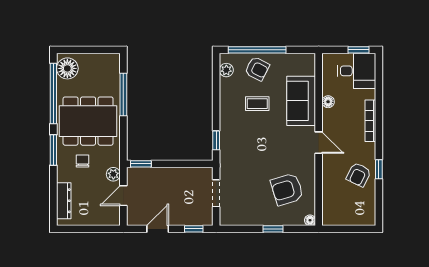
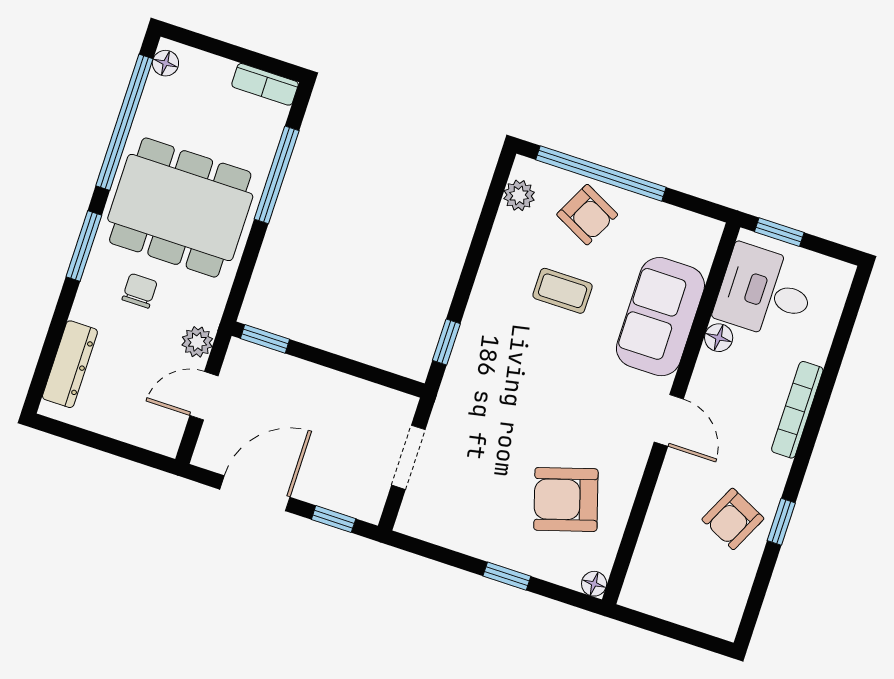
window: (358, 50) -> (779, 232), moved
bookcase: (106, 59) -> (265, 84), added
floor lamp: (67, 68) -> (165, 63), width x0.53, depth x0.53
desk: (357, 71) -> (765, 292), moved, turned 180
door: (158, 229) -> (255, 493), width x1.38

